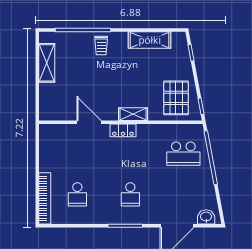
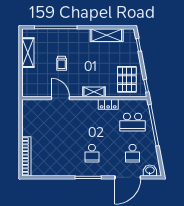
trolley: (101, 46) -> (62, 63), moved
locker: (123, 130) -> (108, 104), moved
school desk: (77, 194) -> (133, 153), moved

